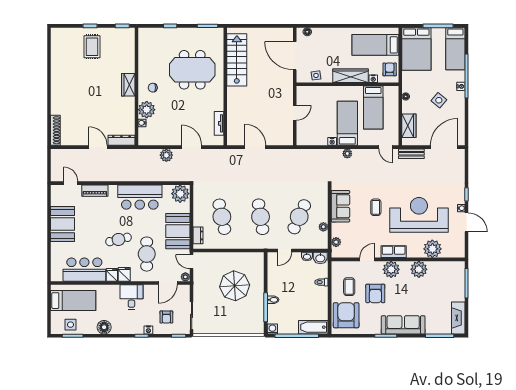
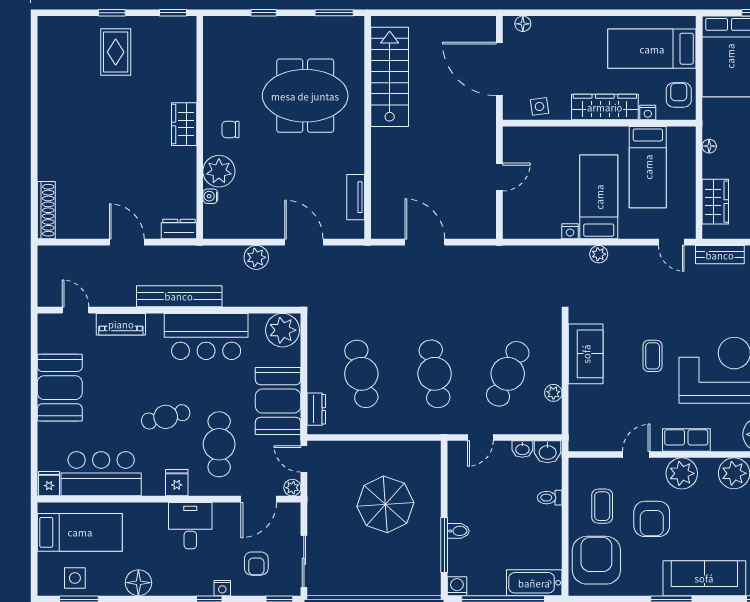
dresser: (121, 140) -> (179, 229), width x0.70
bench: (126, 176) -> (179, 296), added
plant: (336, 242) -> (577, 422), removed
fridge: (112, 275) -> (49, 484), moved

